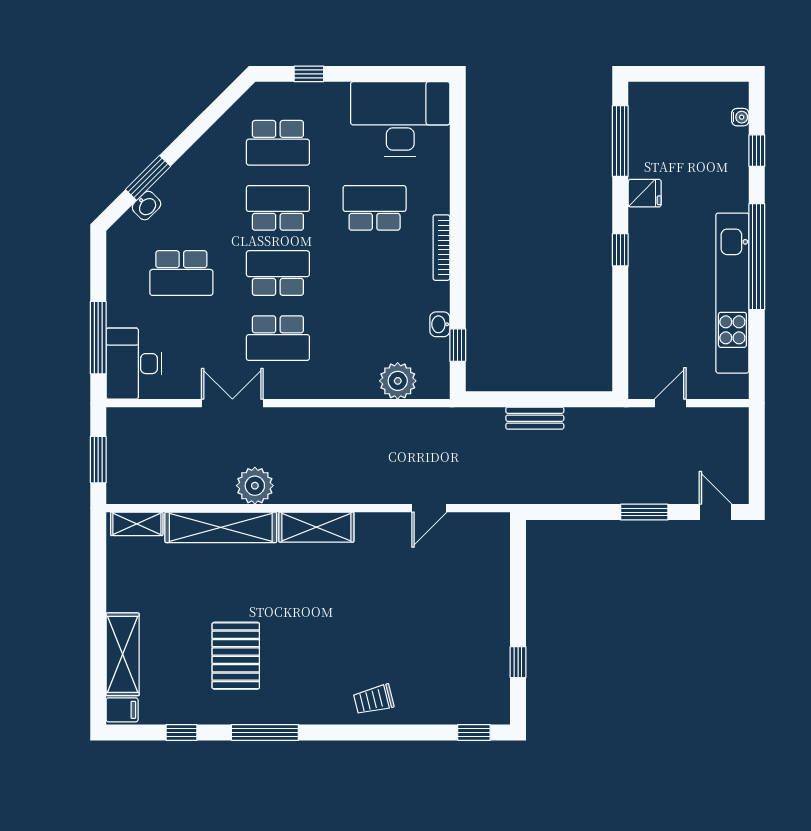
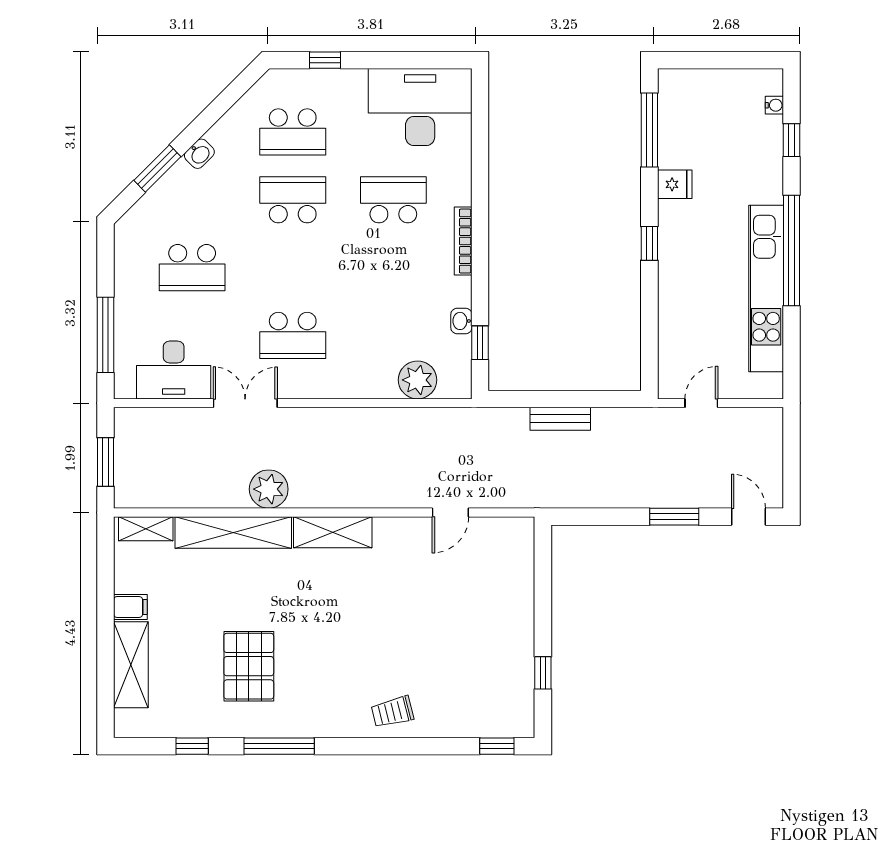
washbasin: (146, 206) -> (199, 154), moved
school desk: (278, 273) -> (293, 268), removed
desk: (134, 364) -> (174, 370), moved, turned -90
filing cabinet: (122, 710) -> (130, 607), moved

